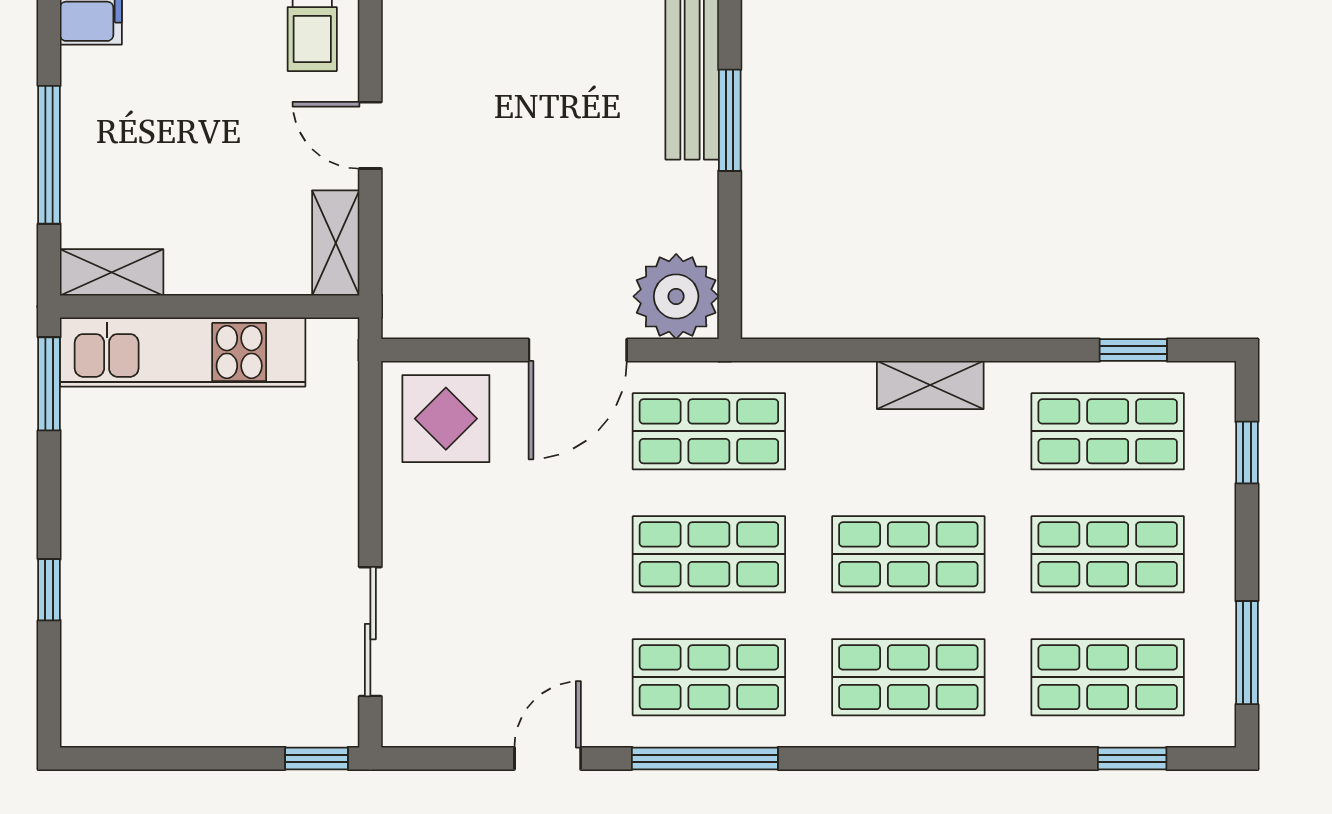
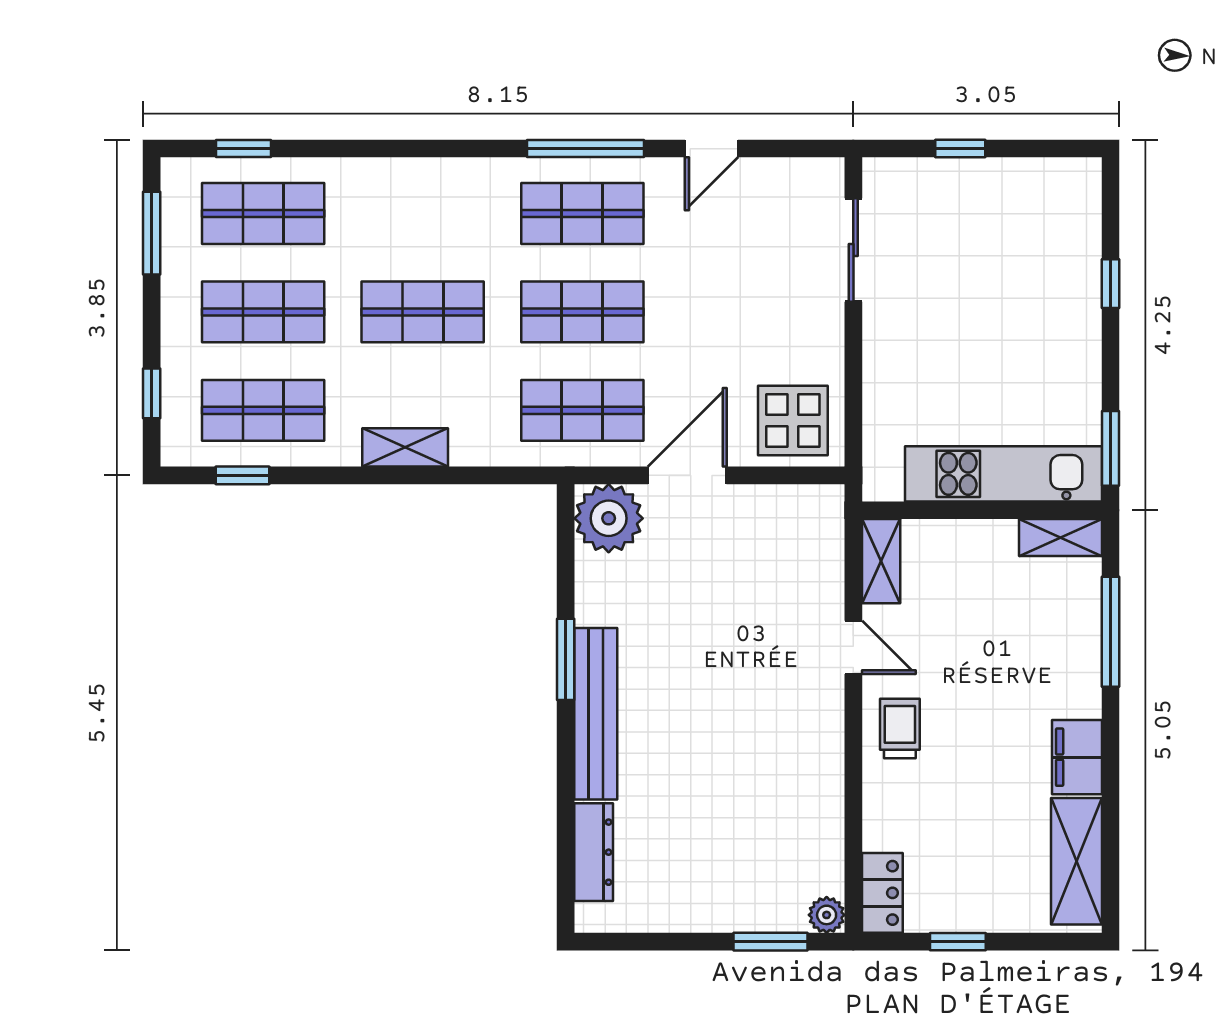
shop shelf: (908, 677) -> (423, 213), removed
window: (317, 758) -> (960, 149), moved

